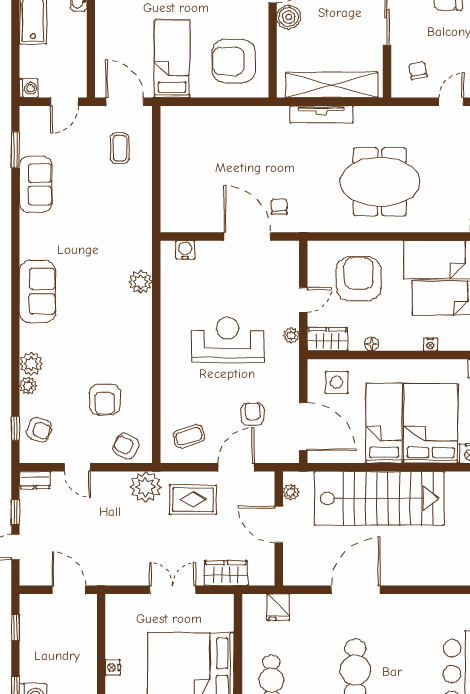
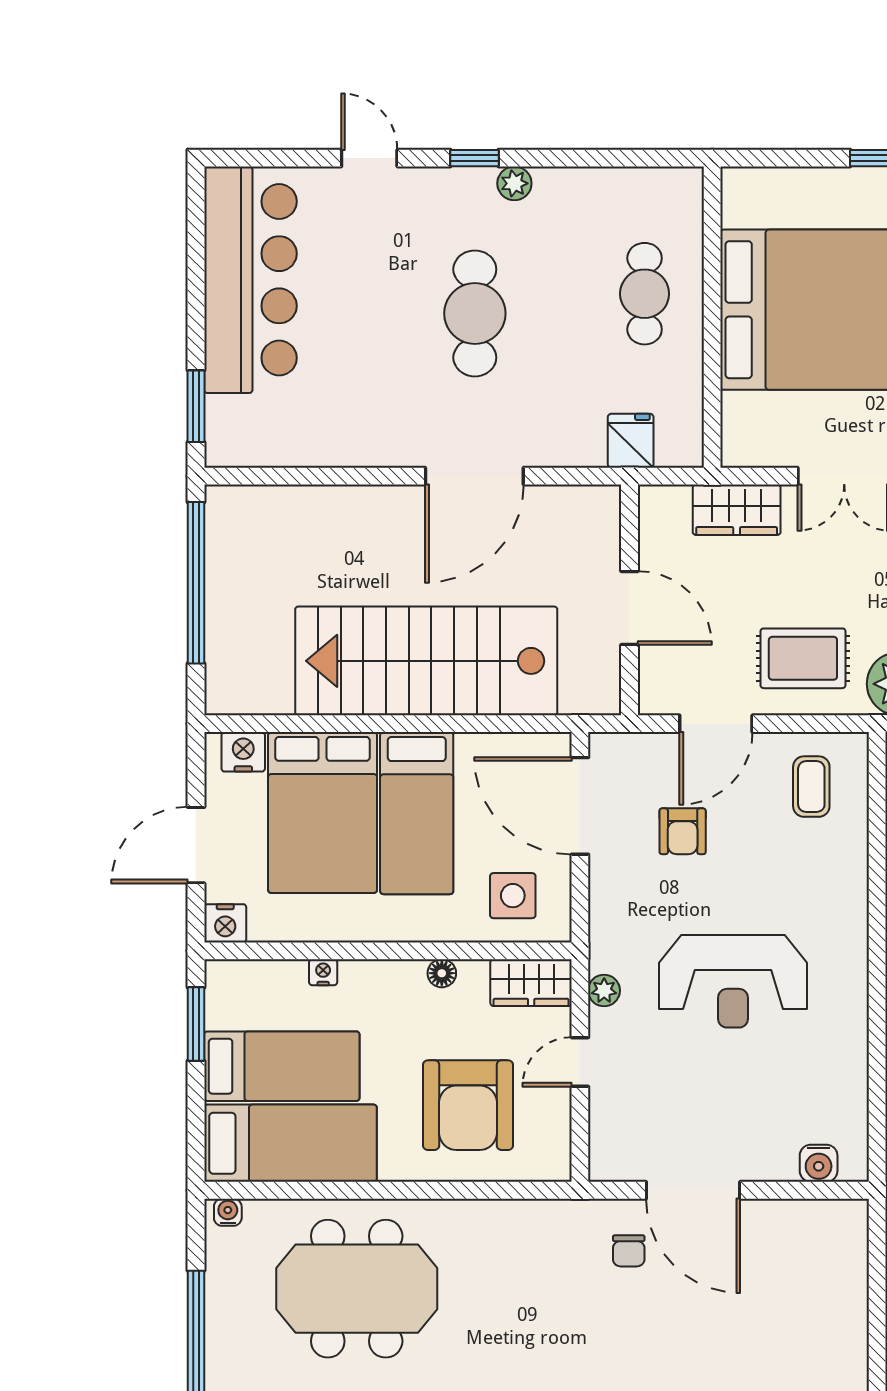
meeting table: (380, 182) -> (357, 1289), moved
coffee table: (189, 436) -> (811, 787), turned -73
plant: (291, 492) -> (605, 673), removed

